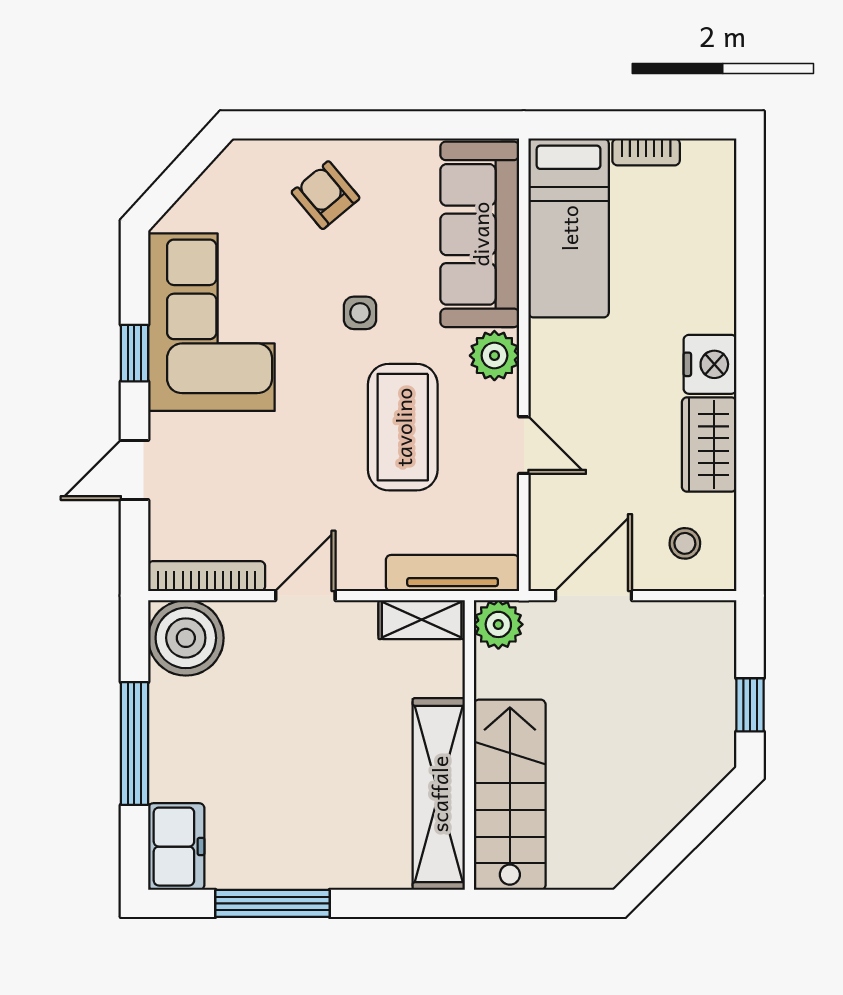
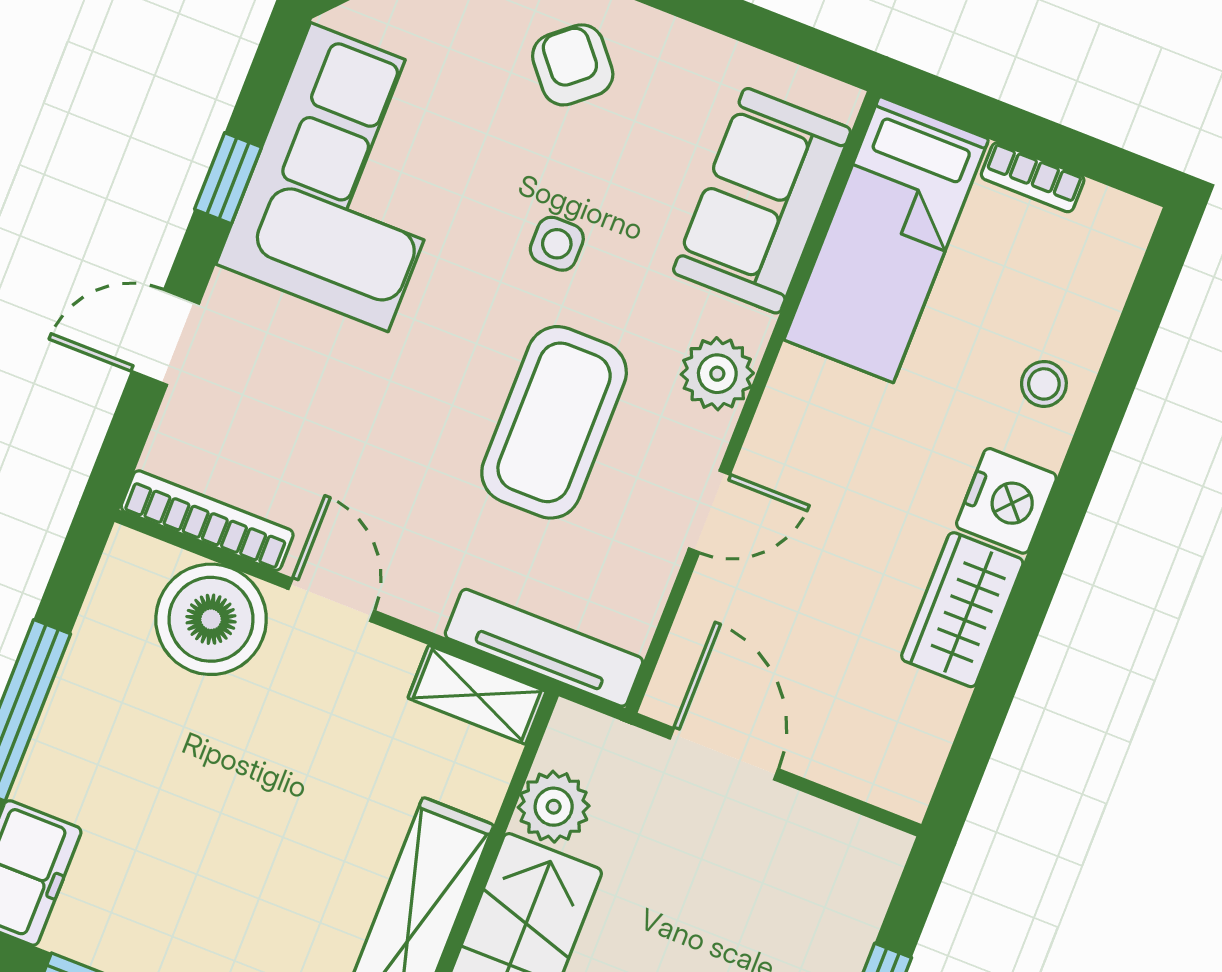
sofa: (480, 234) -> (762, 201), width x0.73
door: (524, 445) -> (709, 511), hinge flipped
stool: (685, 543) -> (1044, 384), moved
door: (305, 596) -> (331, 600), hinge flipped
door: (593, 596) -> (724, 754), hinge flipped
plant: (498, 624) -> (554, 807), moved
boiler: (186, 638) -> (211, 619), moved

